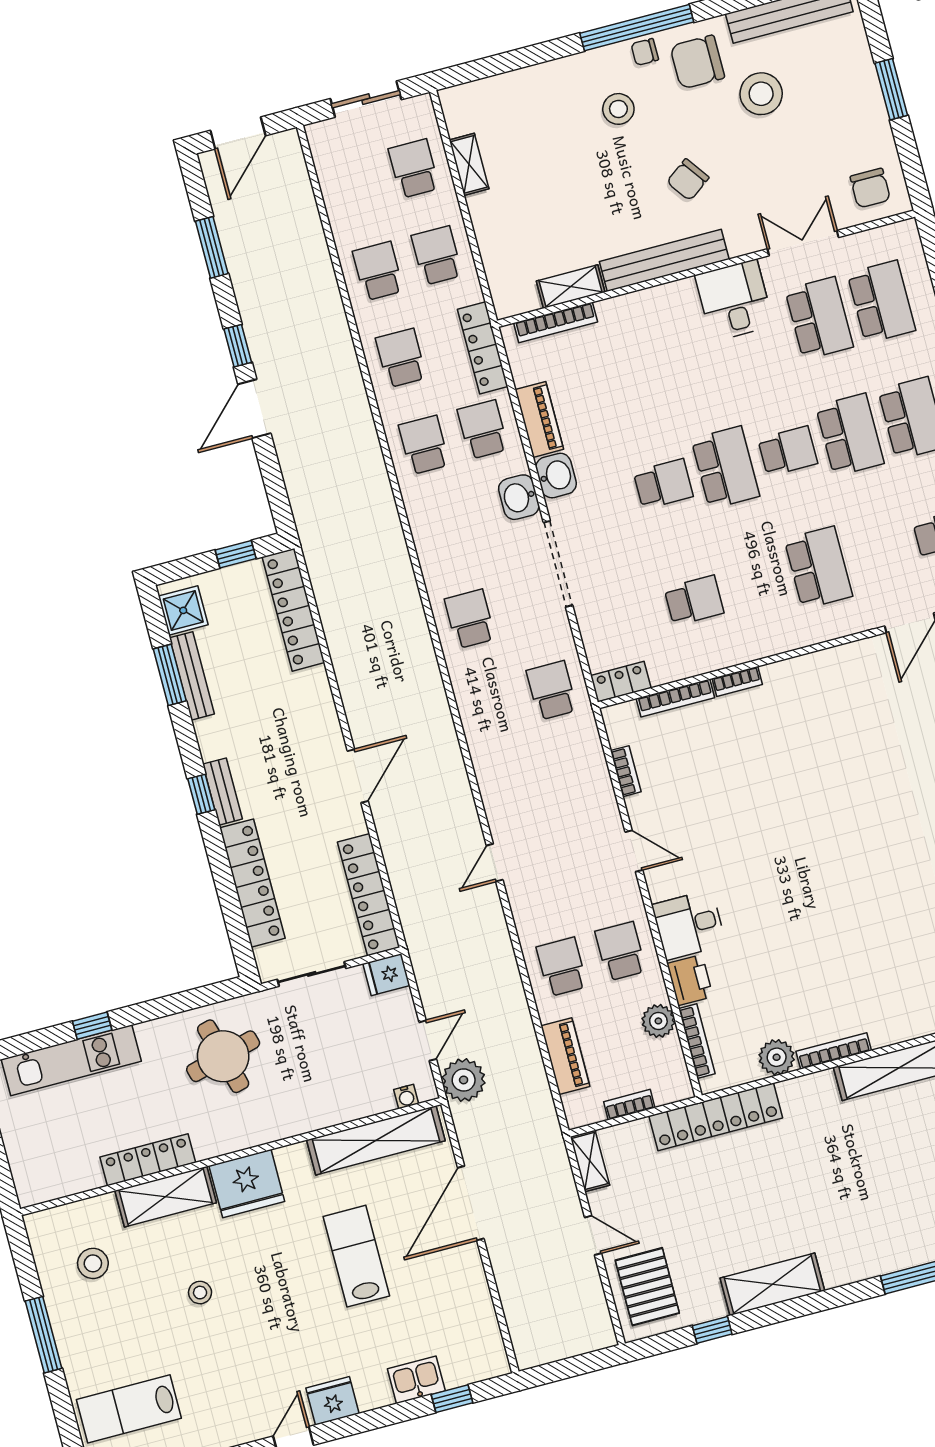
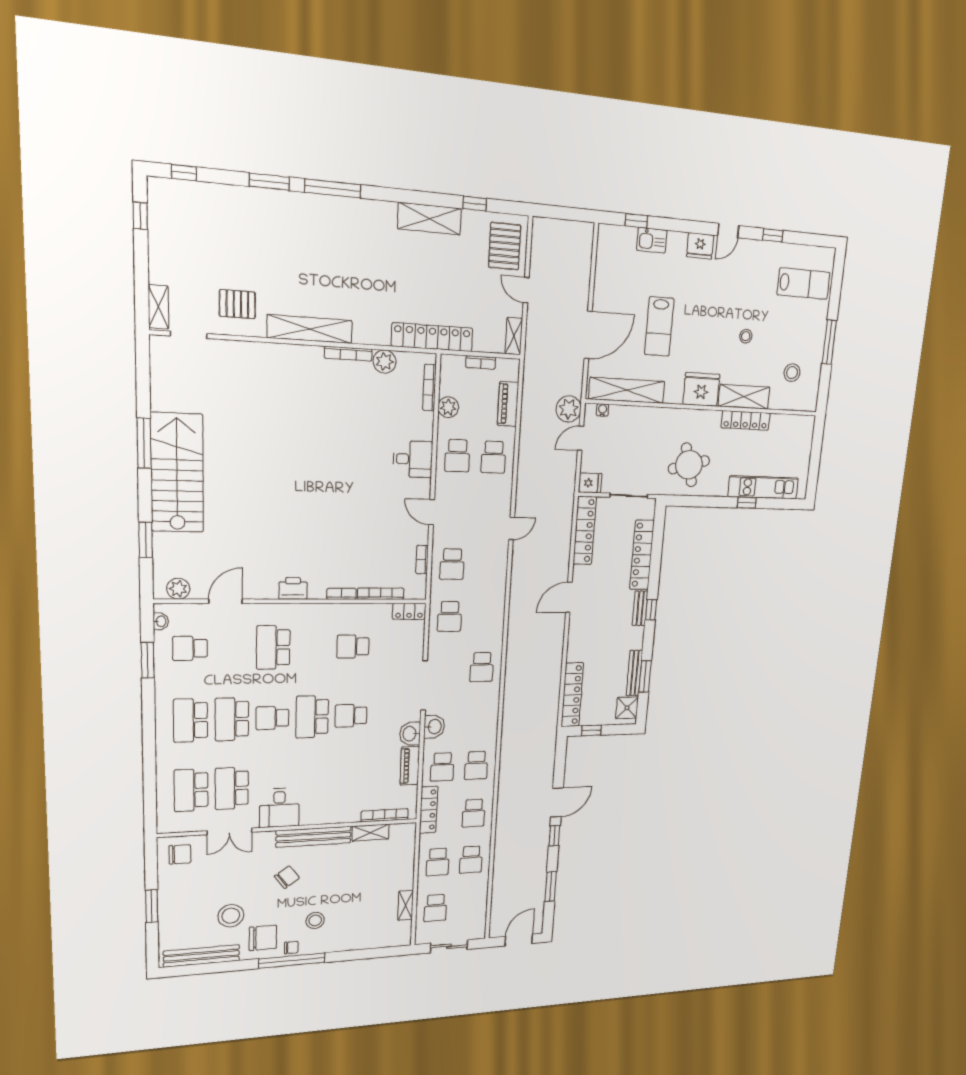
chair: (870, 188) -> (180, 854), turned 90
school desk: (575, 777) -> (452, 564), added
printer: (690, 980) -> (293, 588), moved, turned 90

